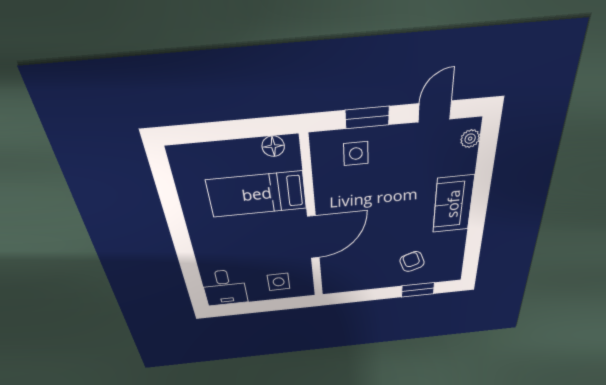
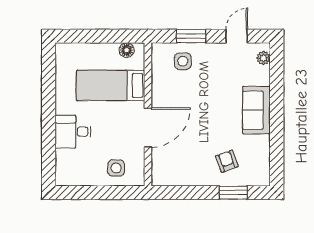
desk: (224, 288) -> (73, 132), moved, turned 90

